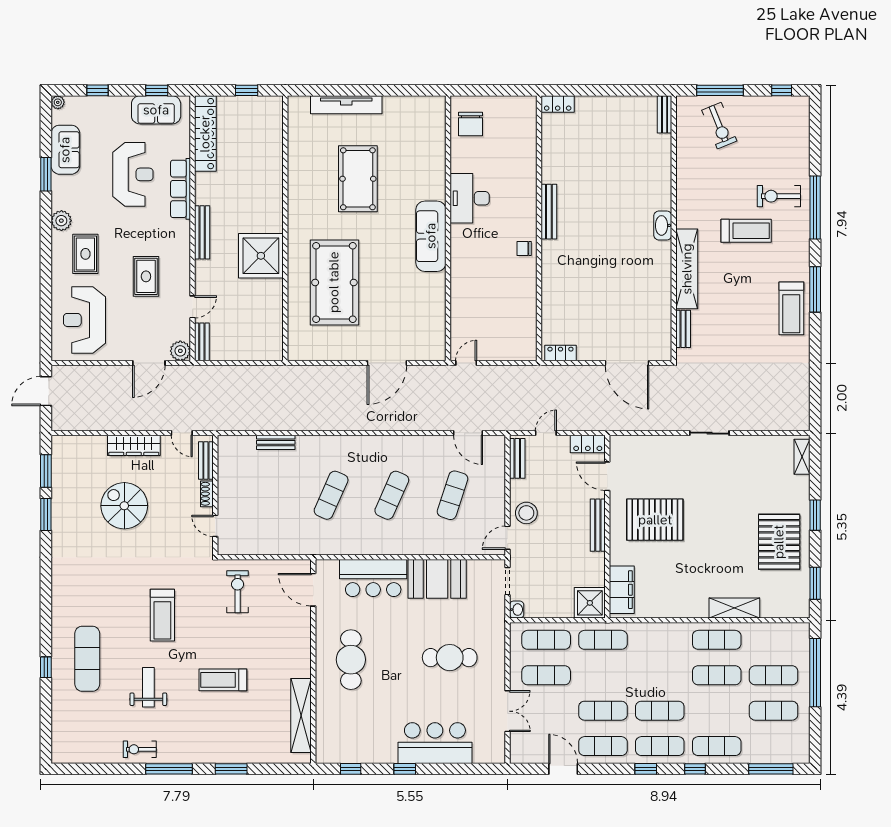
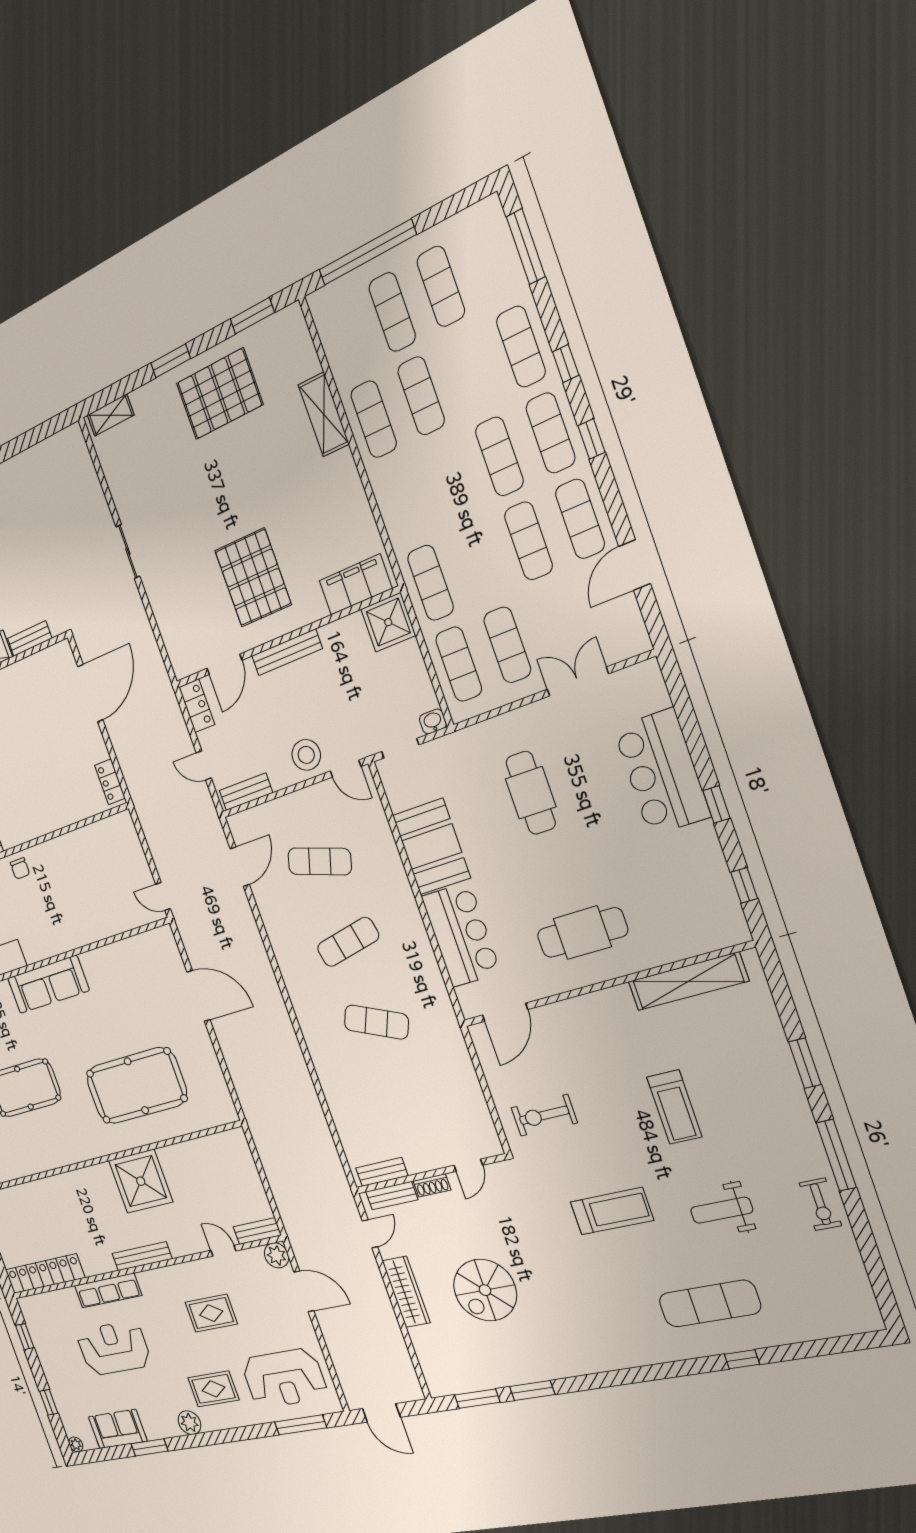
sofa: (156, 110) -> (43, 1334), removed
window: (46, 320) -> (301, 1425), added
bench: (276, 442) -> (382, 1172), moved, turned 90
exercise mat: (392, 495) -> (348, 942), turned -36

